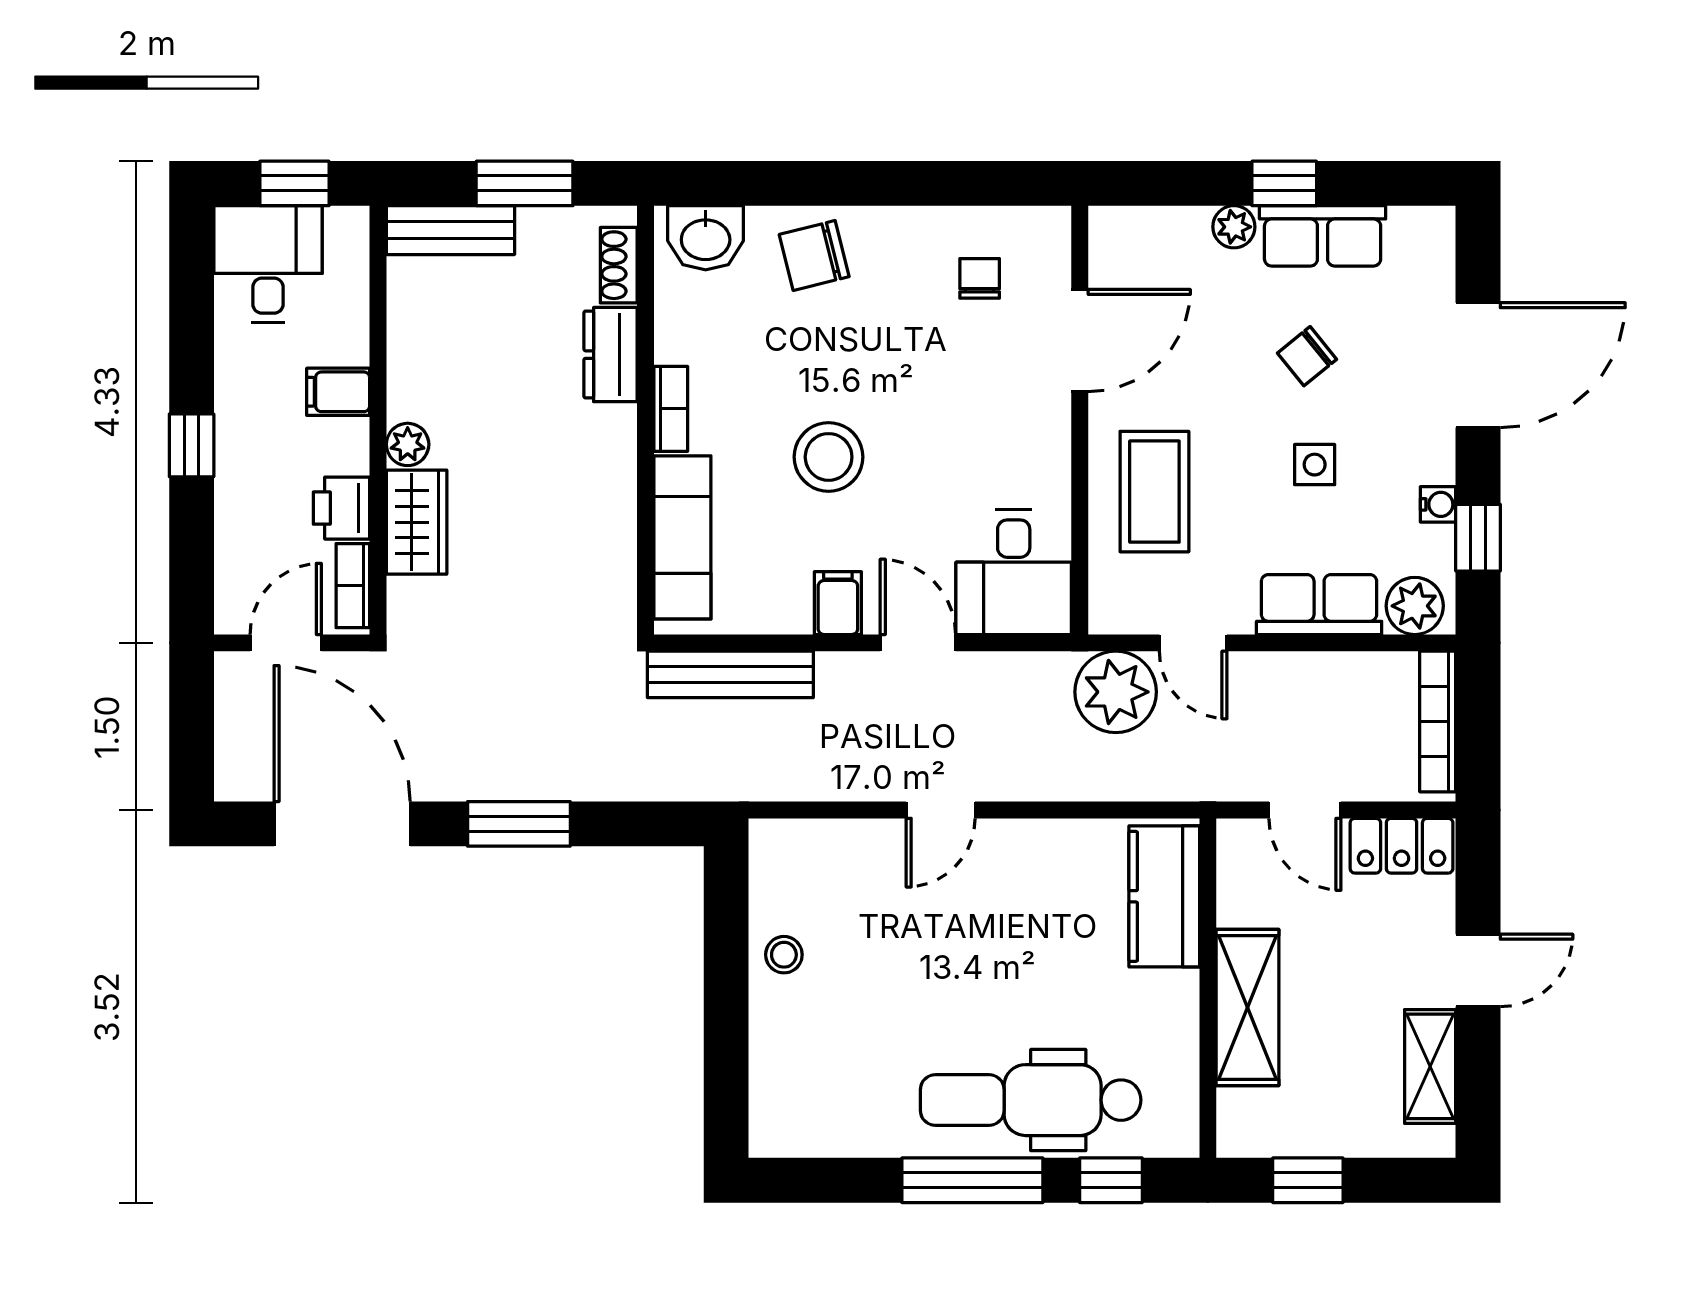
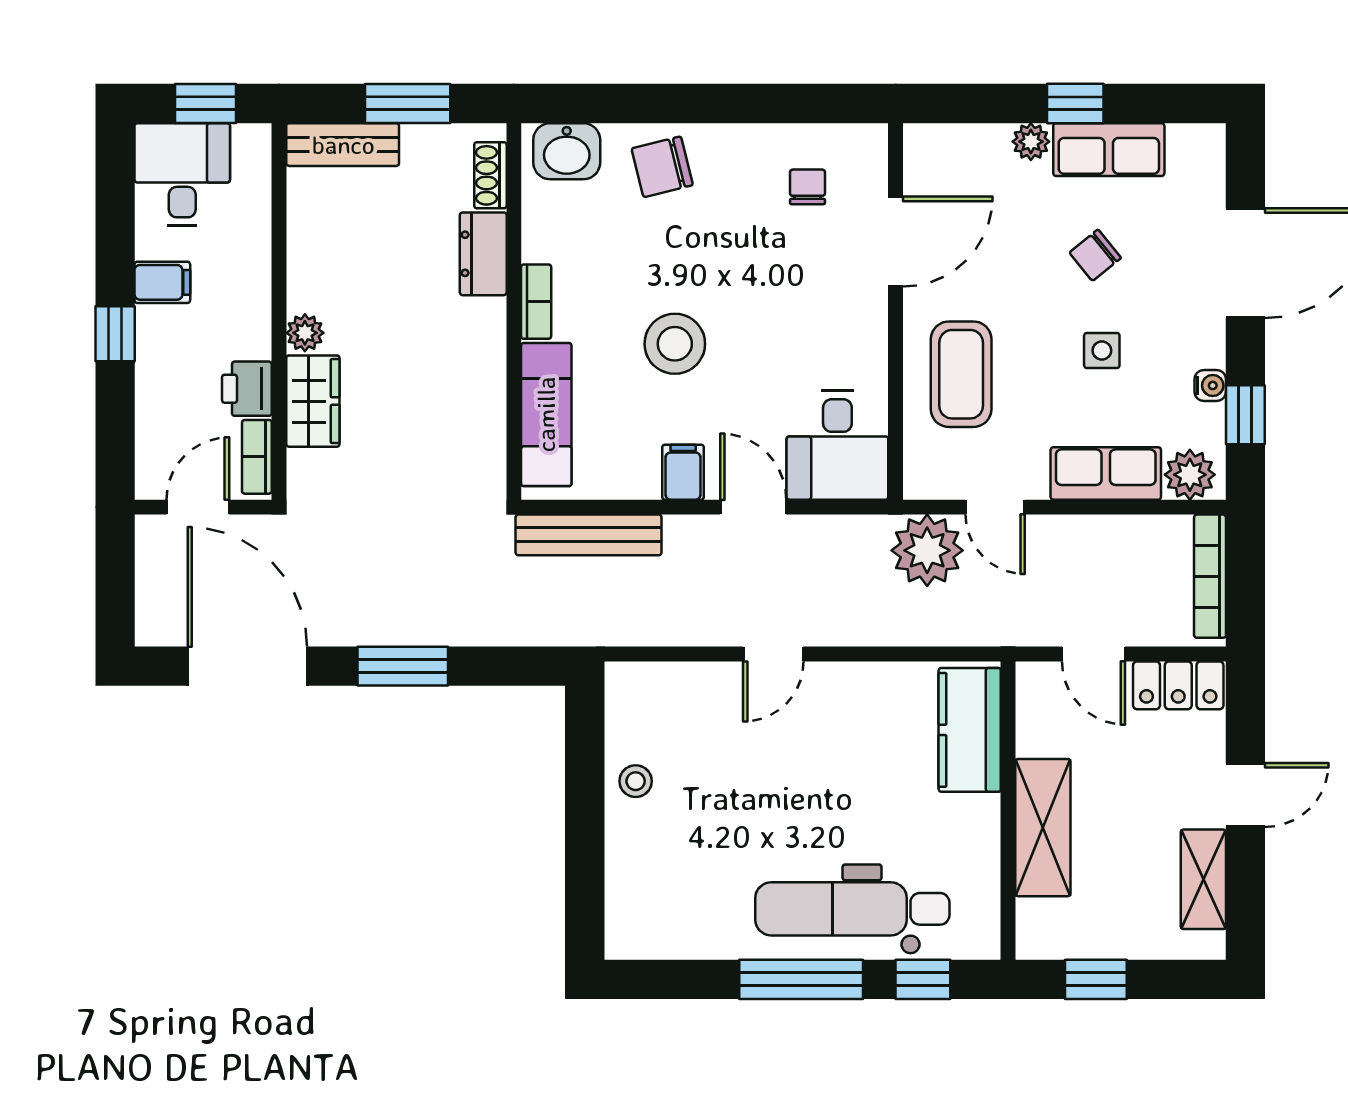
filing cabinet: (338, 392) -> (162, 282), moved, turned 180

